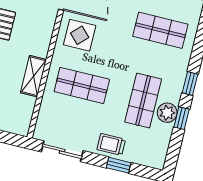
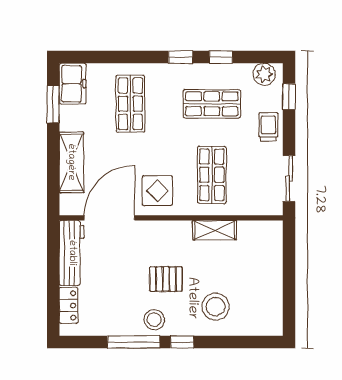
plant: (167, 113) -> (264, 74), moved
trolley: (111, 144) -> (268, 127), turned 180
window: (119, 165) -> (289, 97), moved

